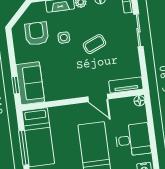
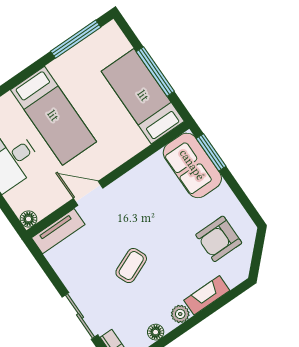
armchair: (37, 34) -> (219, 239), turned 90
side table: (64, 38) -> (178, 253), removed
window: (16, 85) -> (211, 152), width x1.50

